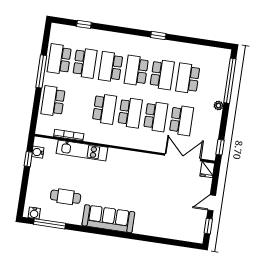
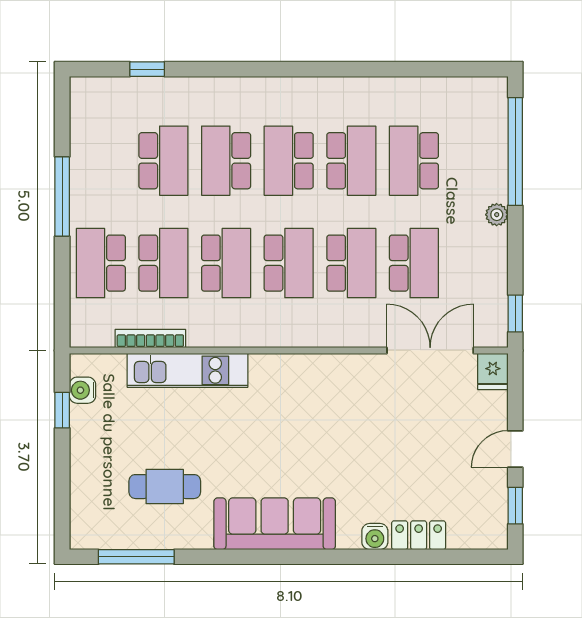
window: (158, 35) -> (328, 69), removed
school desk: (59, 59) -> (163, 263), moved, turned 180
water cooler: (34, 213) -> (375, 537), moved
locker: (167, 232) -> (419, 535), added

